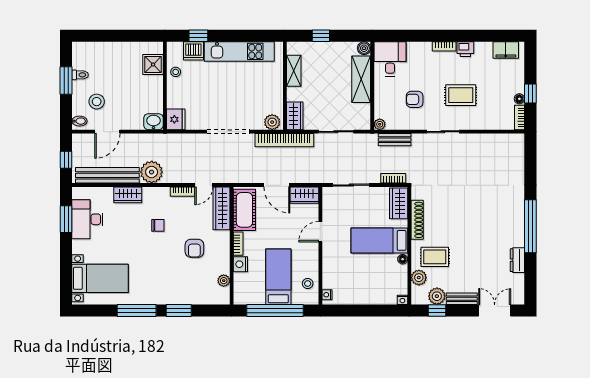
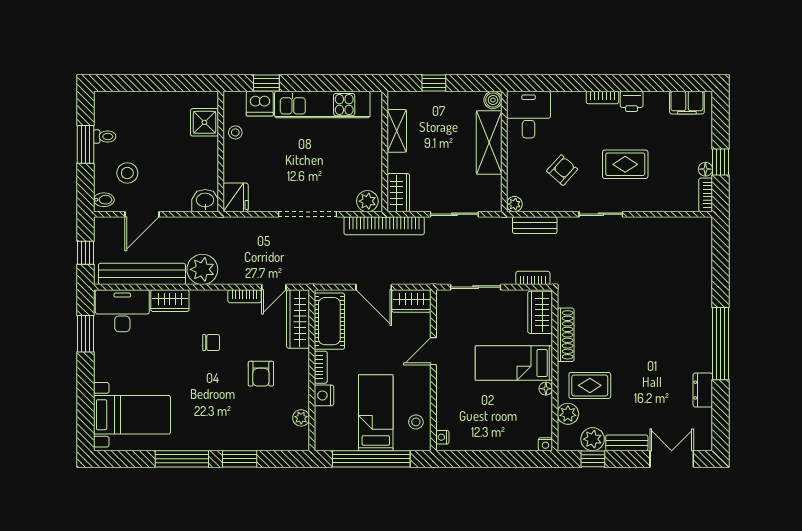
armchair: (415, 99) -> (562, 170), turned 132
desk: (87, 219) -> (122, 311), moved, turned 90

